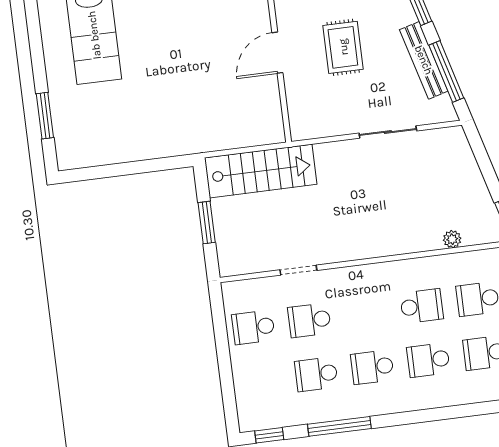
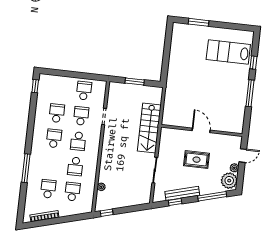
window: (446, 71) -> (175, 202), width x0.46
stairs: (261, 171) -> (149, 128), moved
school desk: (428, 360) -> (78, 141), moved, turned 180
window: (339, 426) -> (26, 168), moved

